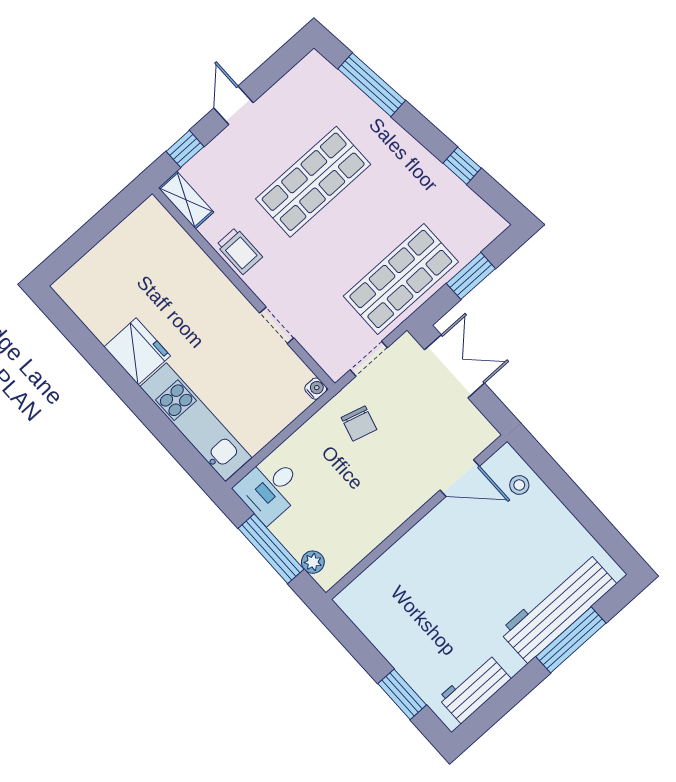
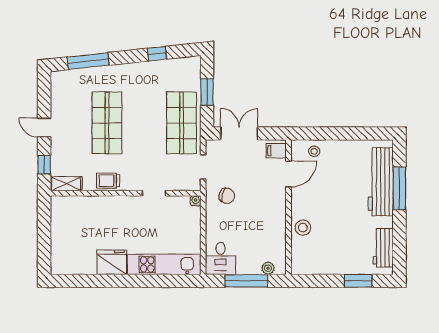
trolley: (239, 251) -> (108, 181), turned 180
filing cabinet: (476, 435) -> (276, 151), added
stool: (407, 560) -> (303, 228), added

